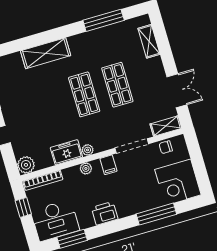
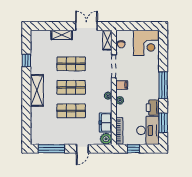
window: (104, 20) -> (26, 60), width x0.46
shelving: (149, 41) -> (62, 35), moved
shelving: (46, 53) -> (37, 90), moved
shop shelf: (51, 104) -> (71, 111), added
freezer: (66, 152) -> (106, 123), moved
printer: (105, 213) -> (153, 108), moved
window: (156, 214) -> (163, 85), moved

